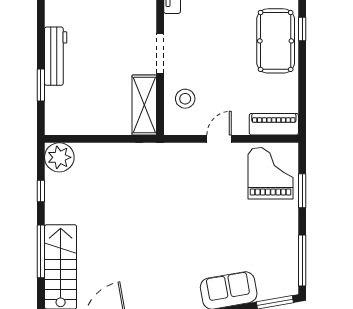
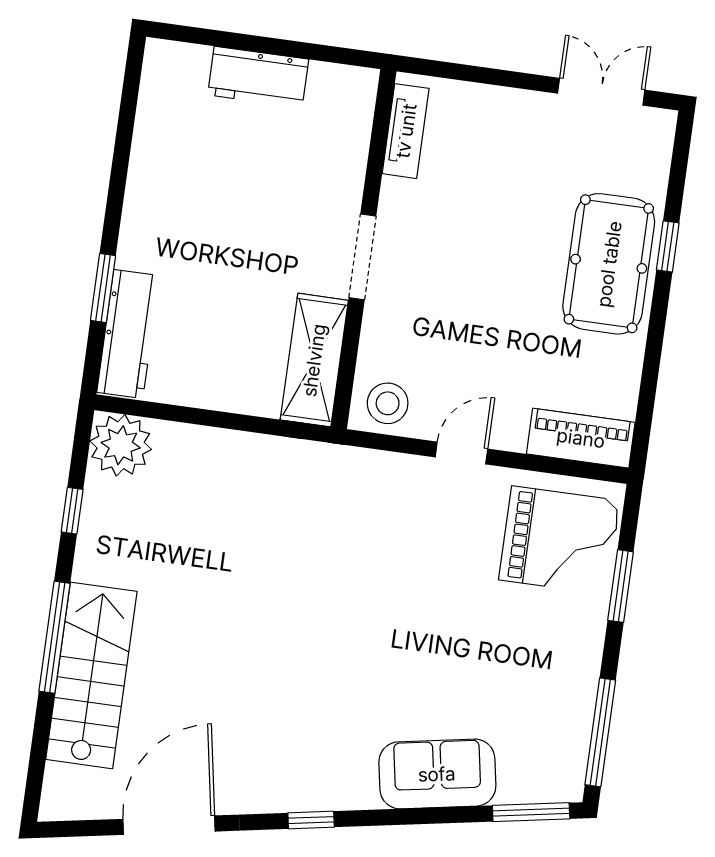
workbench: (56, 56) -> (128, 334), moved
stool: (185, 99) -> (388, 403), moved
grand piano: (270, 173) -> (559, 540), turned 90

